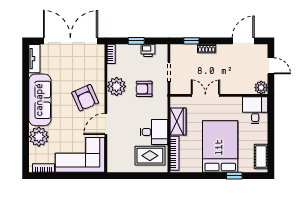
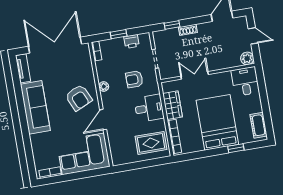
plant: (117, 86) -> (104, 87), width x0.53, depth x0.53
desk: (154, 132) -> (149, 108), moved
plant: (39, 137) -> (40, 143), removed

